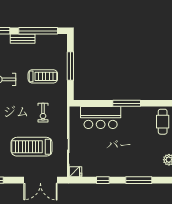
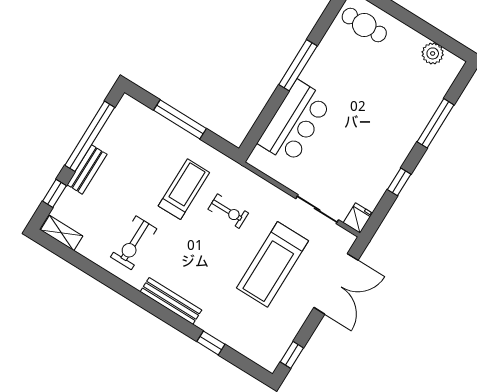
treadmill: (43, 76) -> (184, 189), moved

